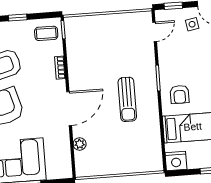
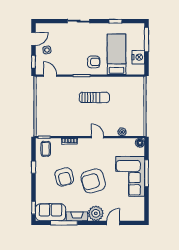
door: (69, 109) -> (98, 137), width x0.53
nightstand: (176, 161) -> (138, 57), moved
floor lamp: (66, 172) -> (140, 143), added

